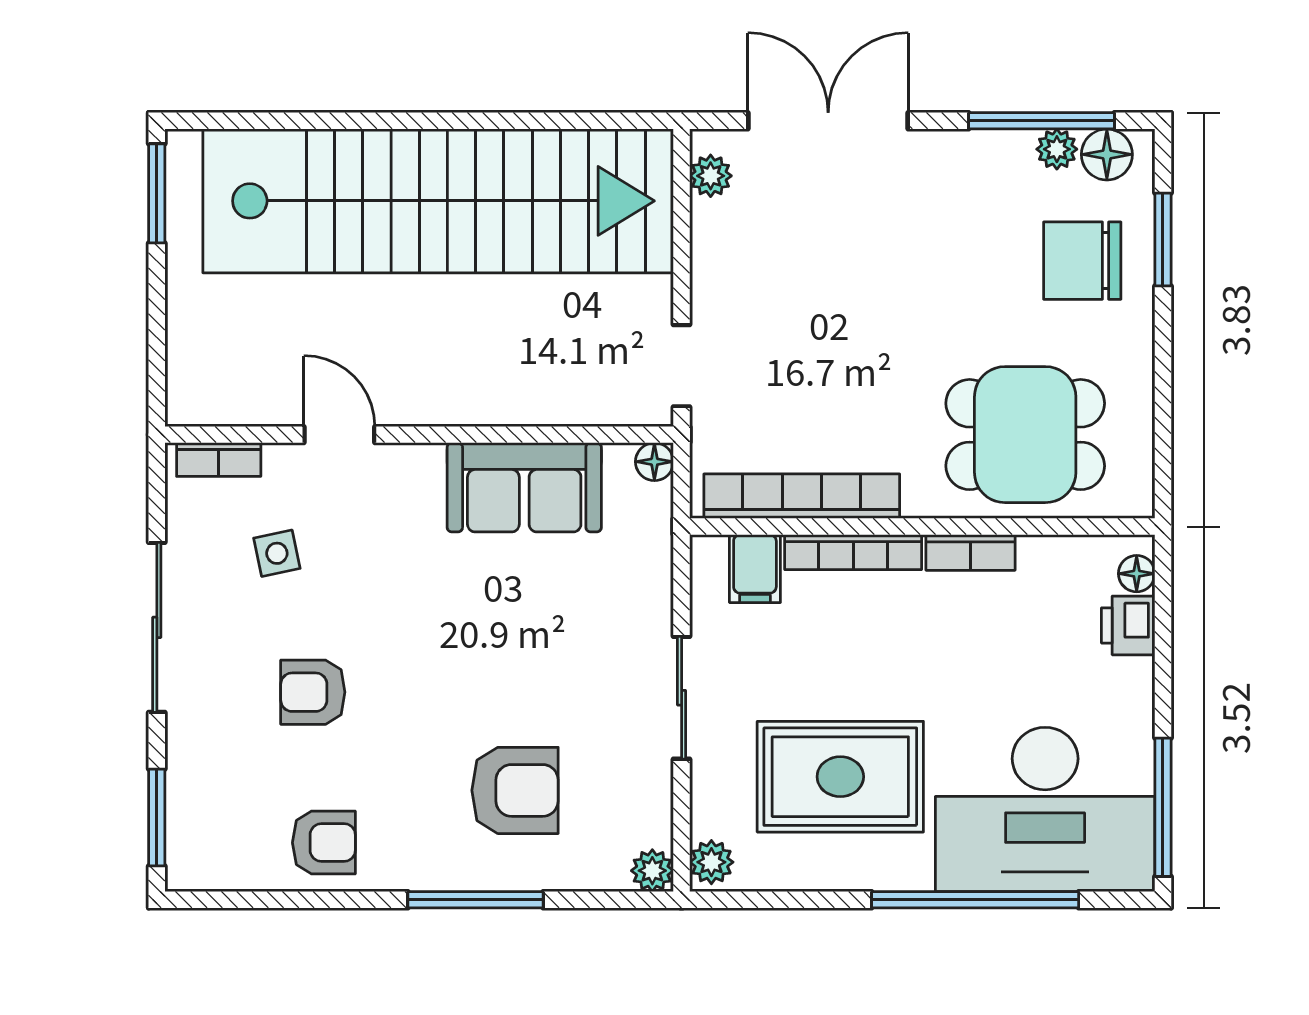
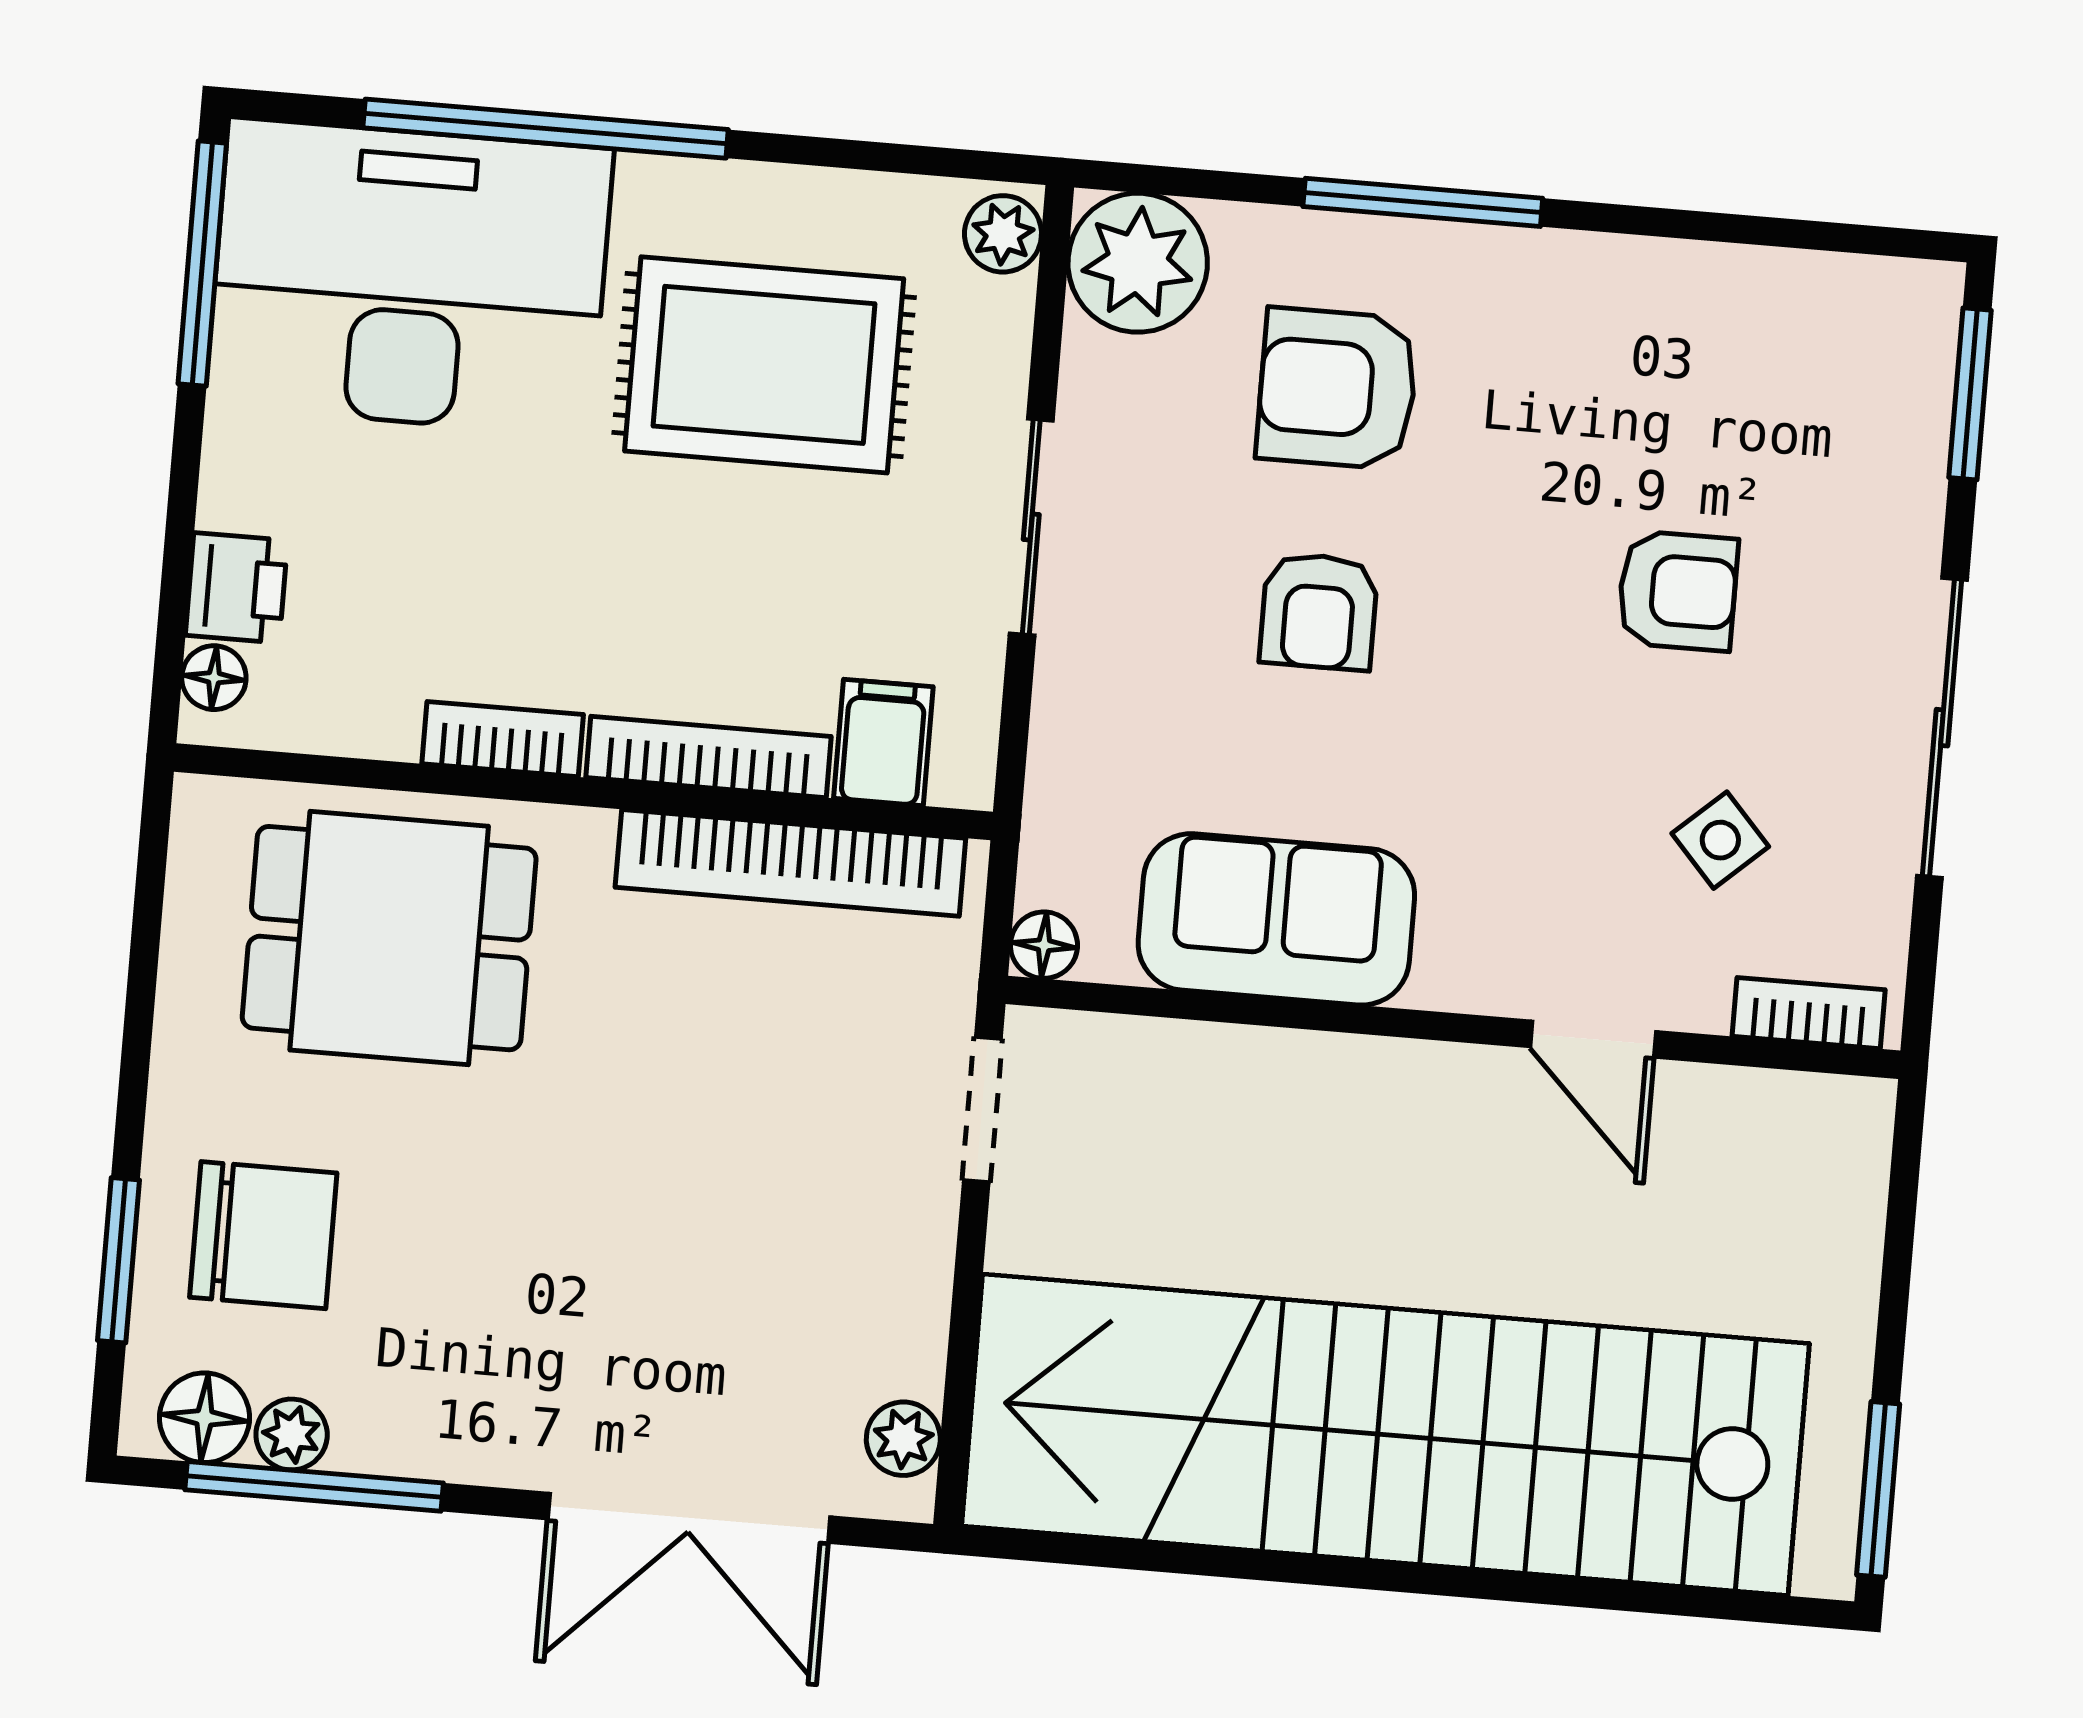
side table: (277, 553) -> (1720, 840), turned -30
armchair: (324, 843) -> (1319, 611), moved, turned -90
plant: (652, 871) -> (1138, 263), width x1.88, depth x1.88

